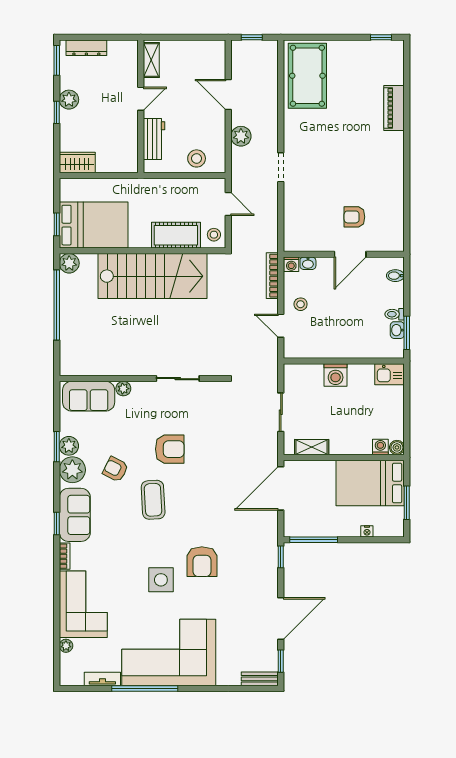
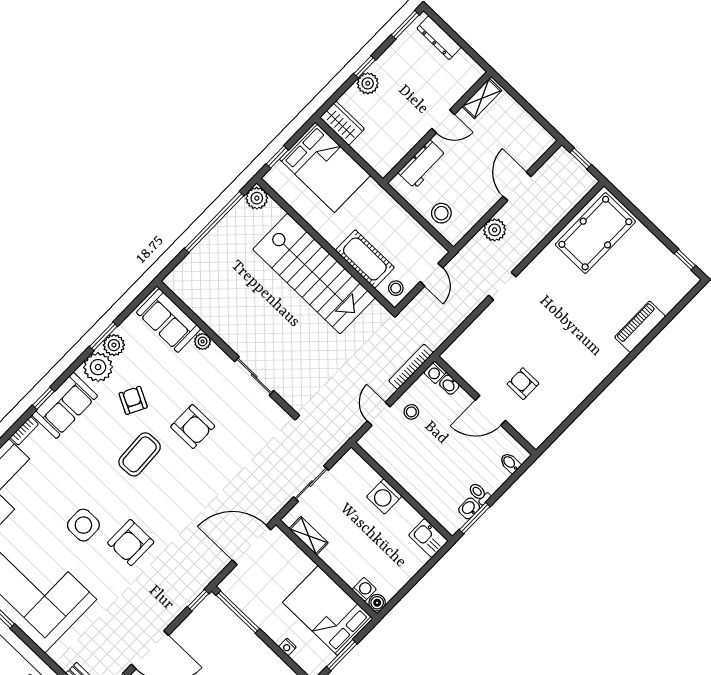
plant: (69, 100) -> (368, 83), moved
bed: (94, 225) -> (325, 167), moved

